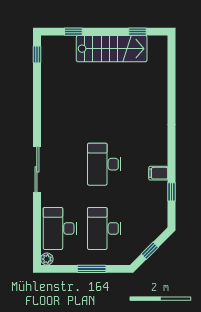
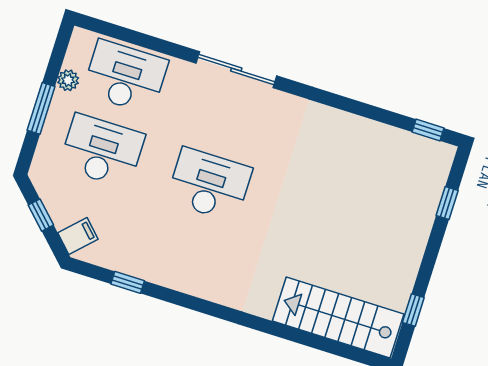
stairs: (112, 49) -> (338, 317), moved, turned 90
filing cabinet: (158, 173) -> (78, 236), moved, turned 45
plant: (47, 259) -> (68, 80), moved

